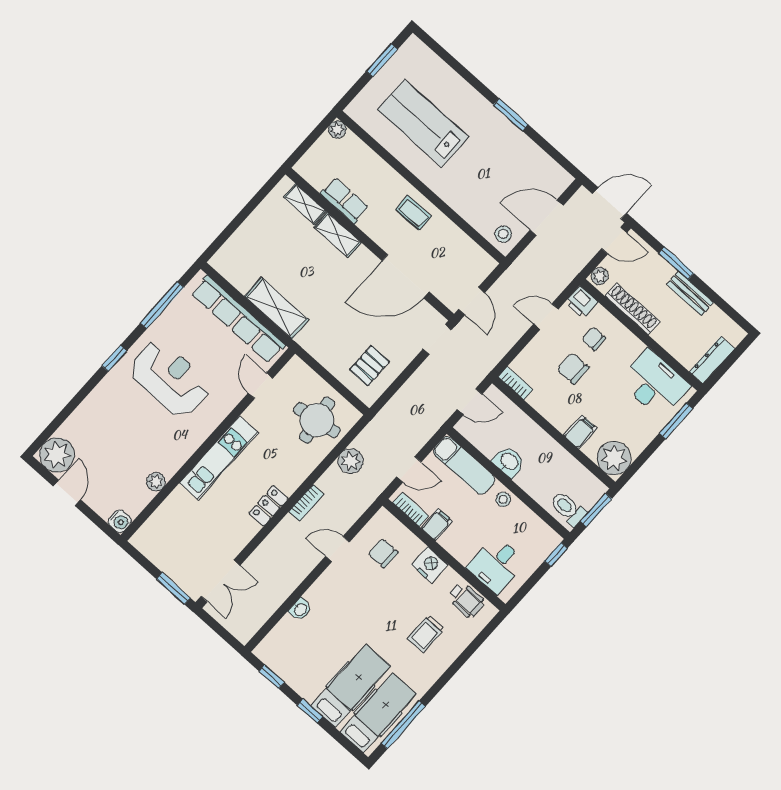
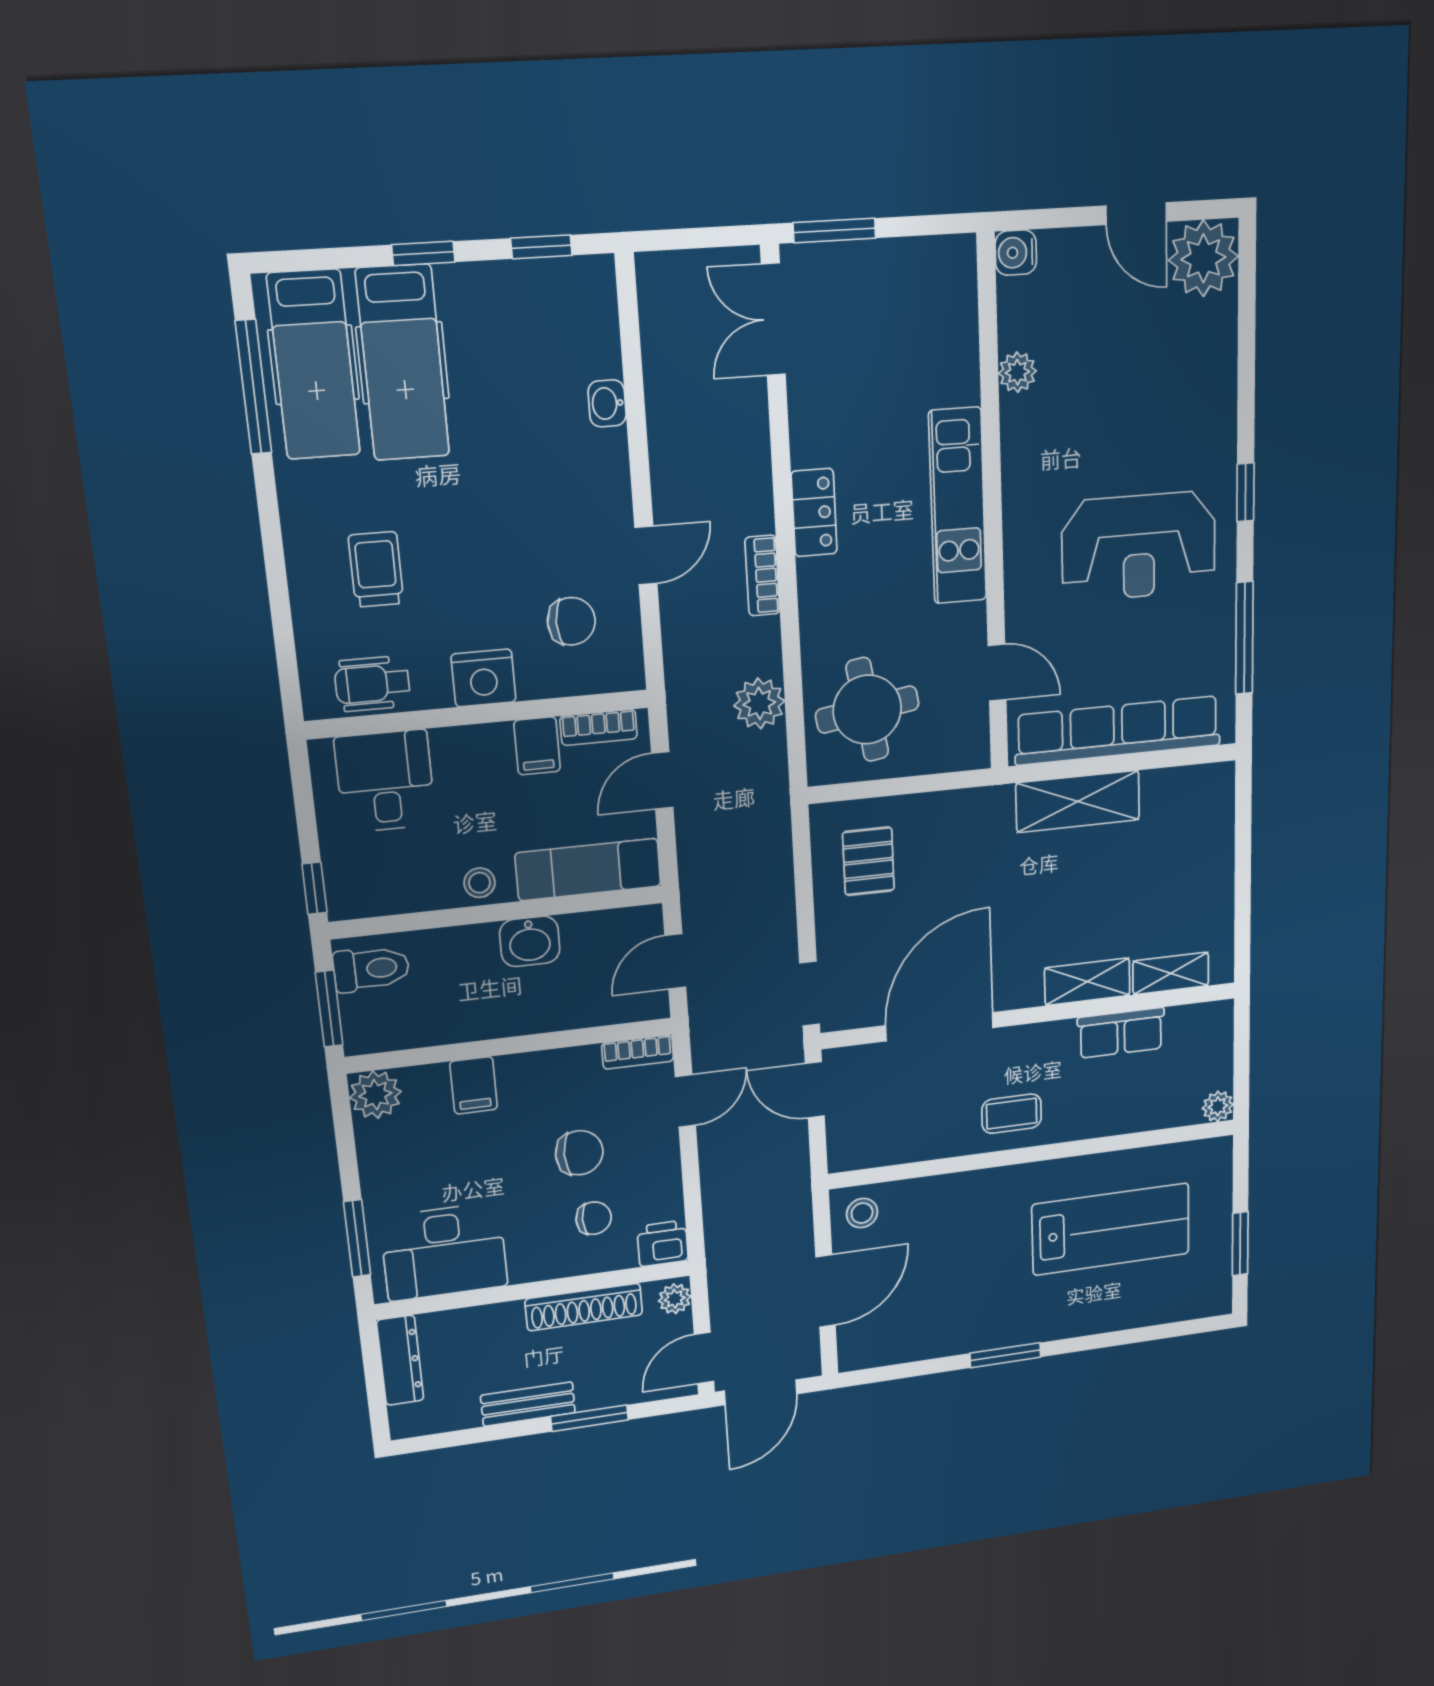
door: (546, 317) -> (685, 1101), moved
plant: (614, 458) -> (375, 1095), width x0.73, depth x0.73

